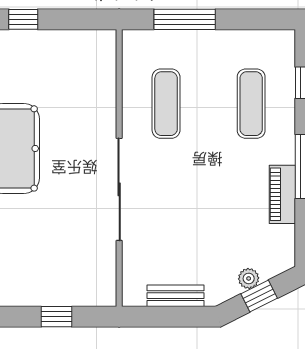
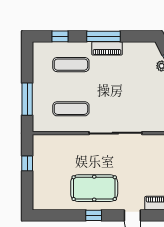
window: (23, 19) -> (27, 163), moved
piano: (282, 194) -> (107, 48), moved

